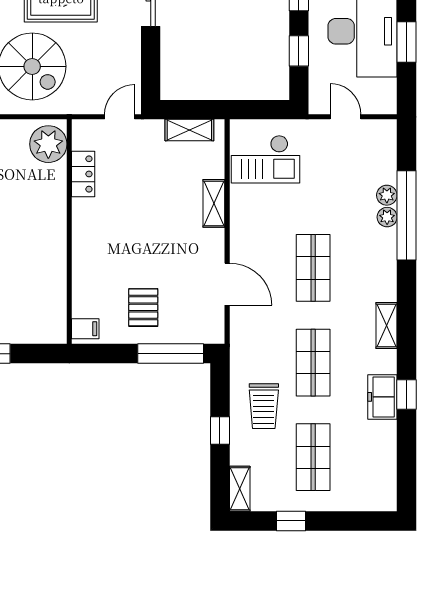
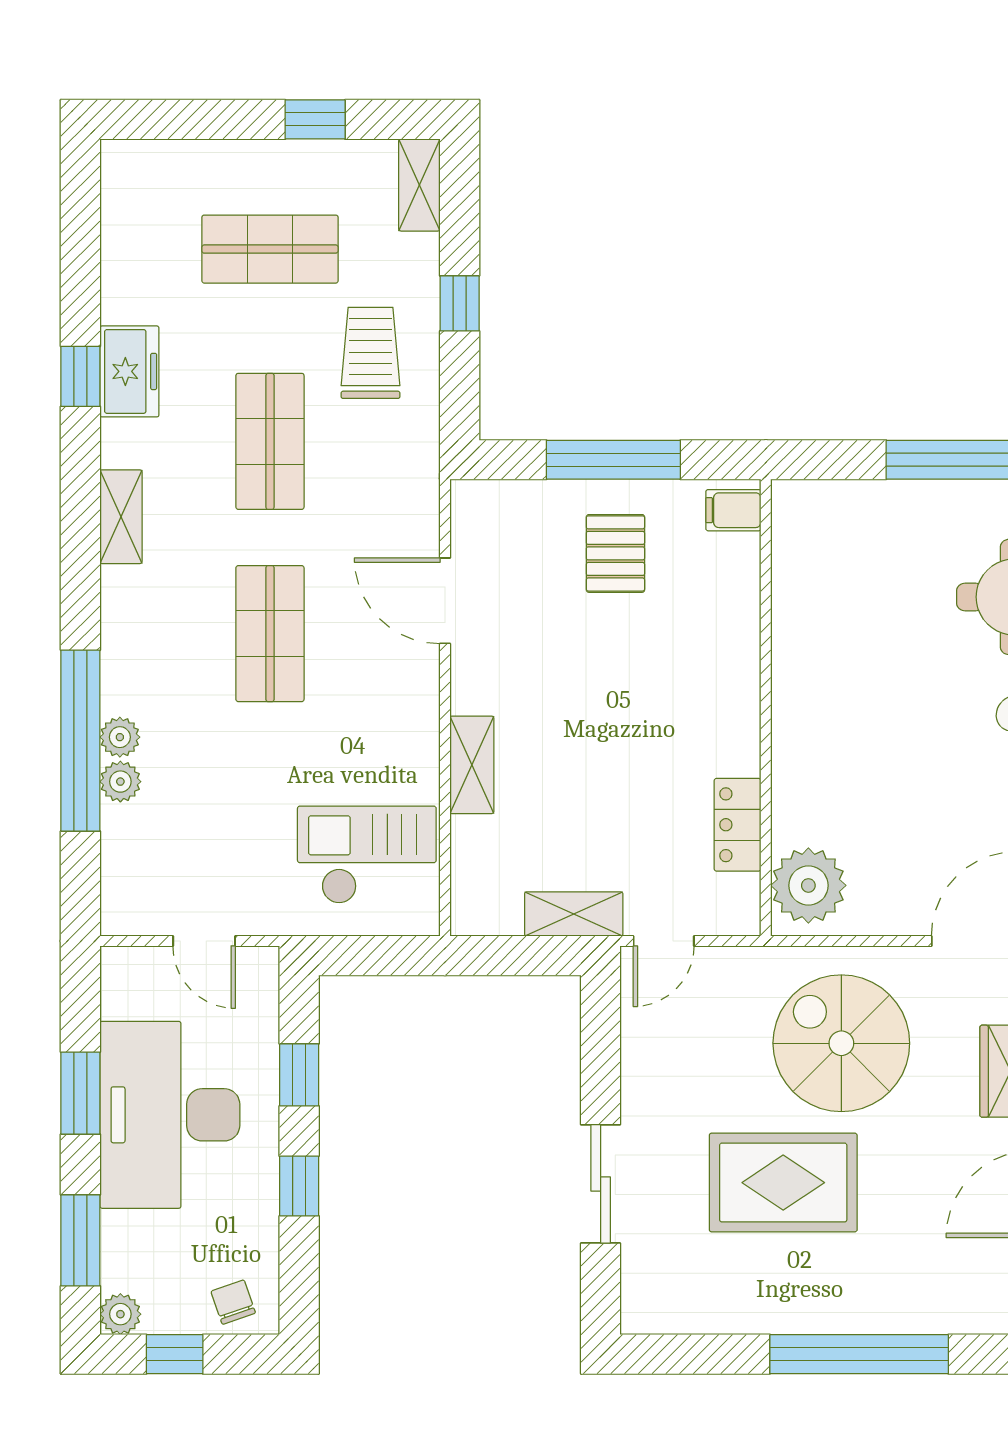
shelving: (189, 130) -> (574, 914), moved
window: (171, 354) -> (613, 460), moved
shop shelf: (313, 457) -> (270, 249), turned 90

